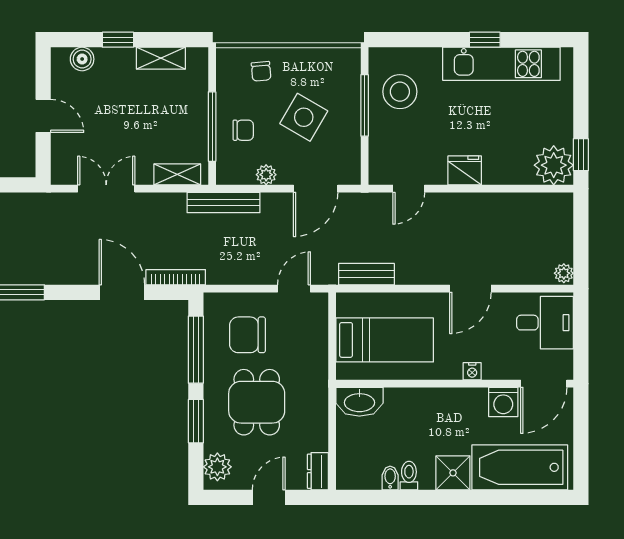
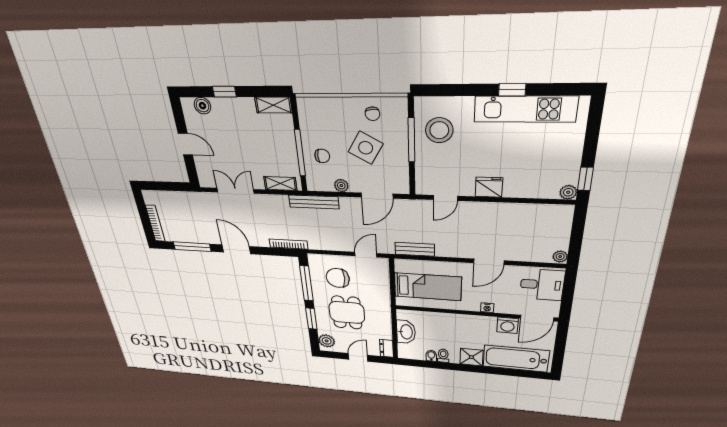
shelving: (161, 58) -> (273, 105), moved
chair: (261, 71) -> (372, 114), moved
plant: (554, 165) -> (568, 192), width x0.53, depth x0.53
door: (122, 292) -> (236, 249), moved
washbasin: (359, 402) -> (406, 332), moved, turned -90

